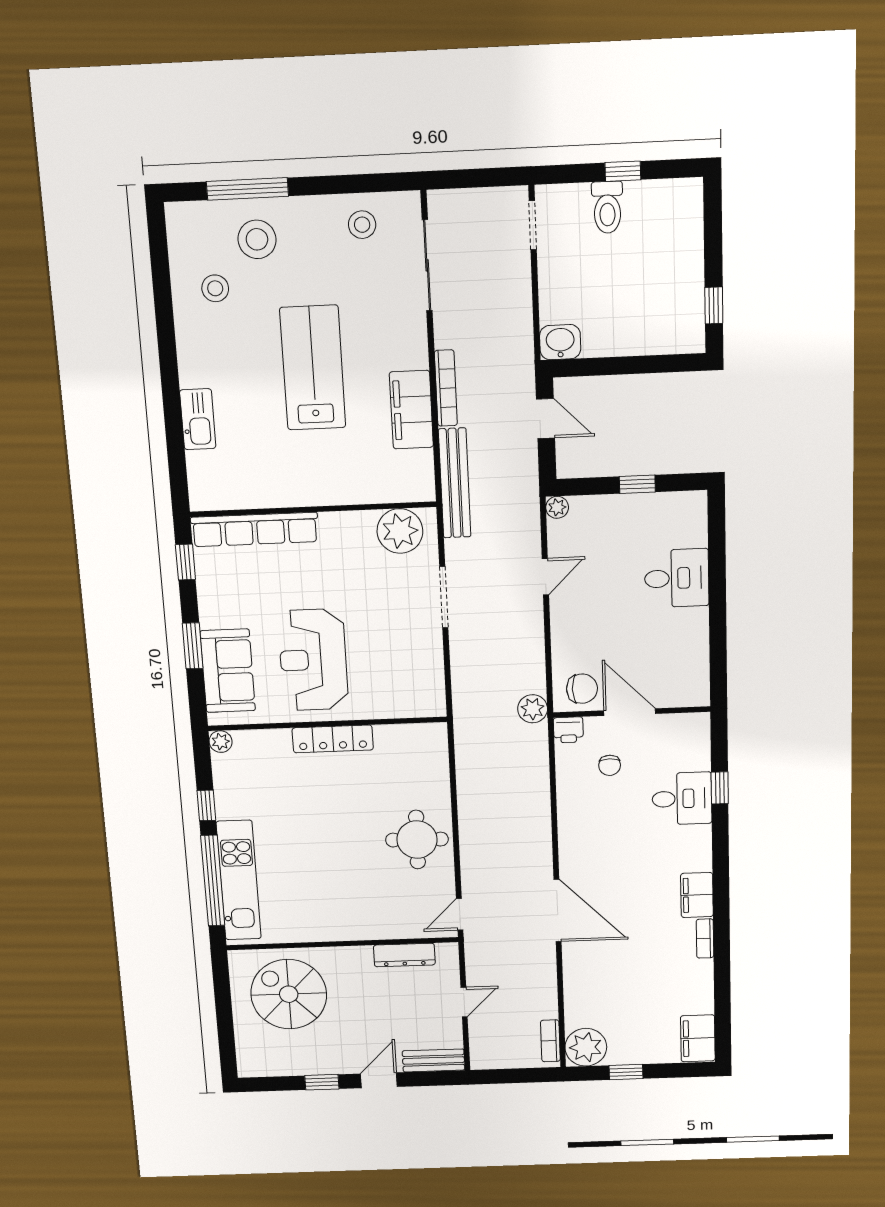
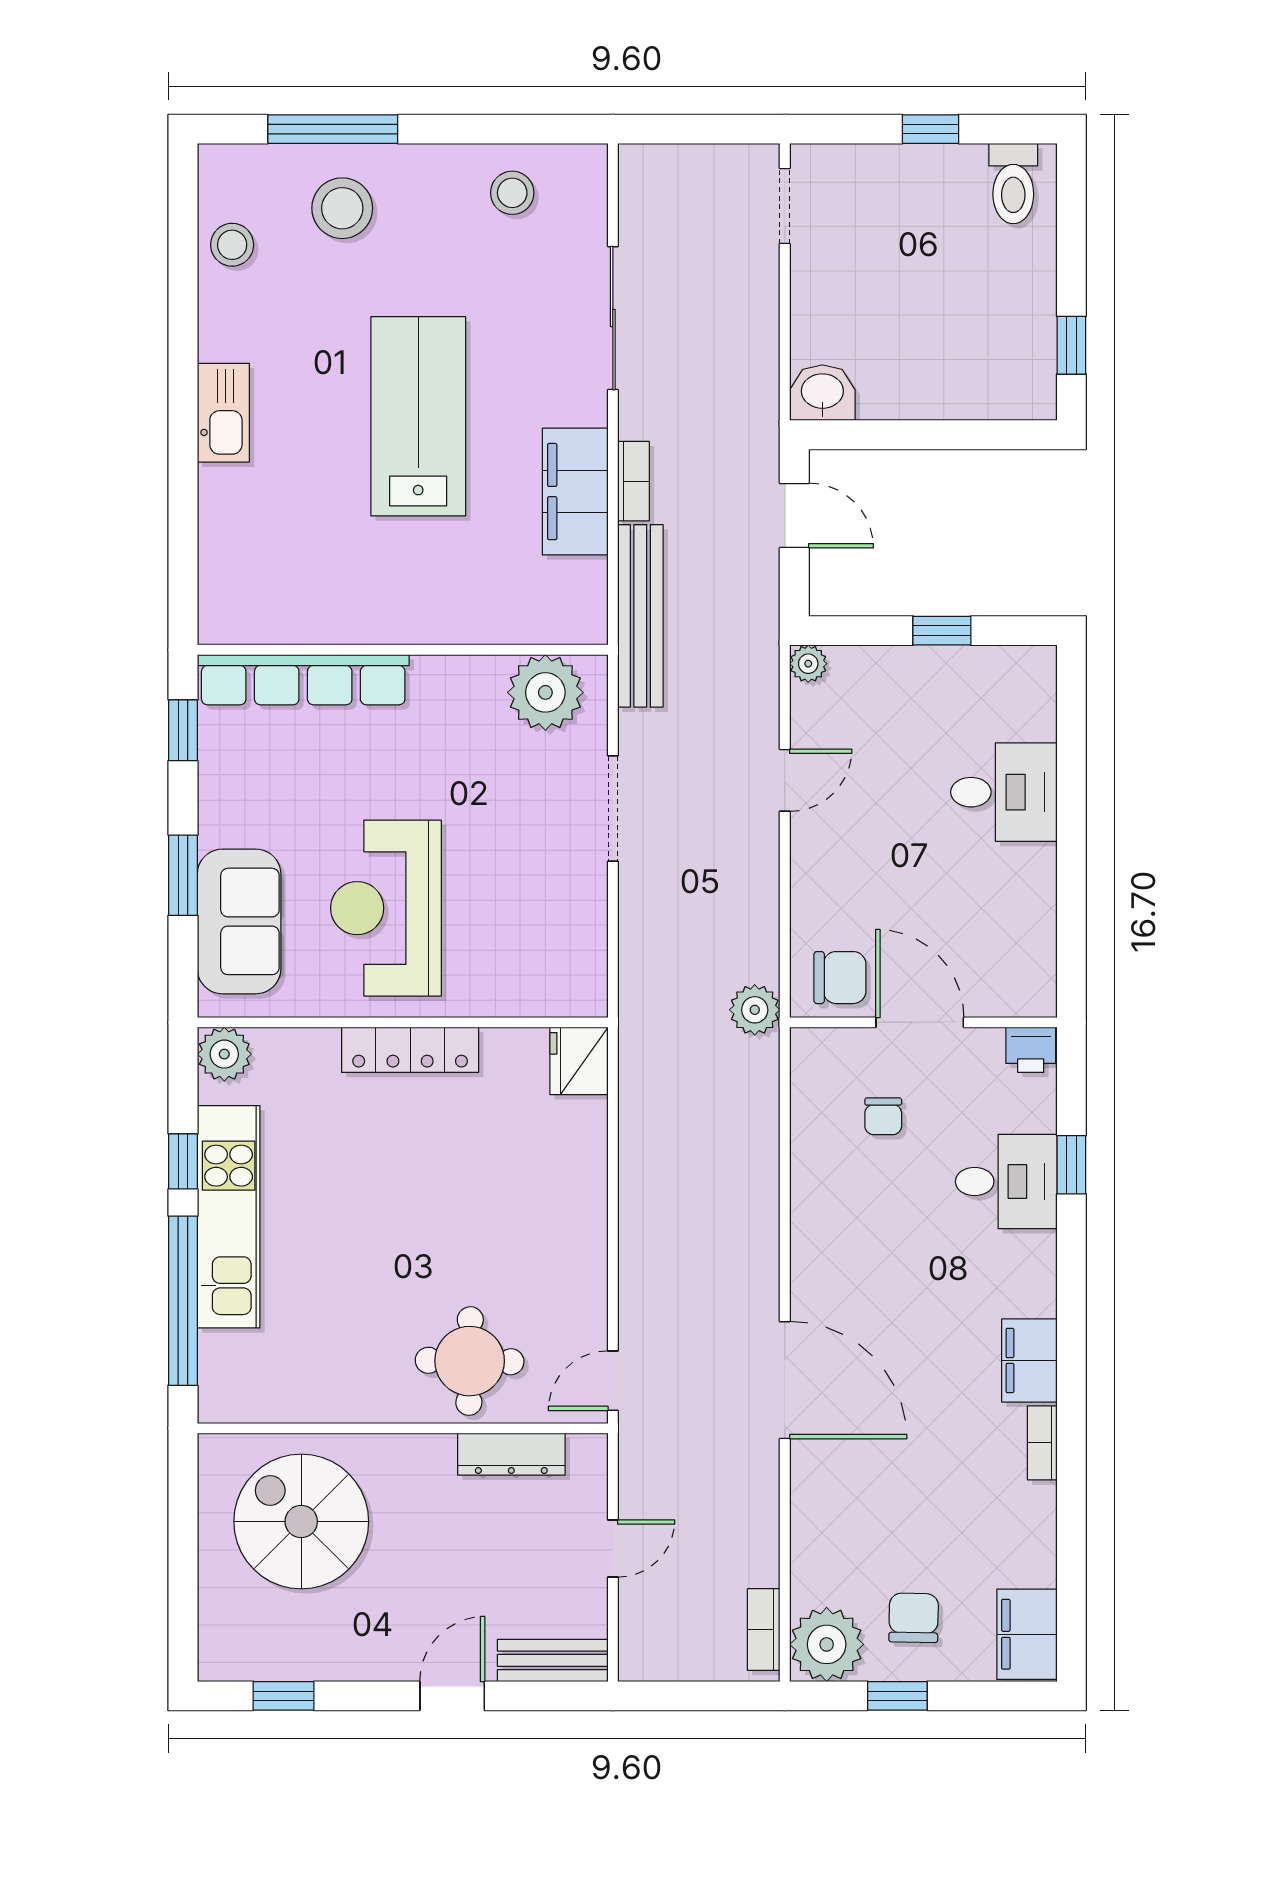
toilet: (607, 207) -> (1013, 184), moved
sliding door: (427, 265) -> (613, 318), moved
stool: (215, 288) -> (232, 245), moved
bookcase: (446, 388) -> (633, 481), width x0.64
kitchen sink: (198, 419) -> (223, 413), moved
printer: (568, 730) -> (1031, 1050), moved
fridge: (431, 741) -> (579, 1061), added
plant: (221, 742) -> (224, 1054), width x1.38, depth x1.38
round table: (417, 840) -> (470, 1361), moved
kitchen unit: (239, 880) -> (229, 1217), moved
chair: (634, 1032) -> (914, 1618), added
window: (322, 1082) -> (283, 1696), moved

